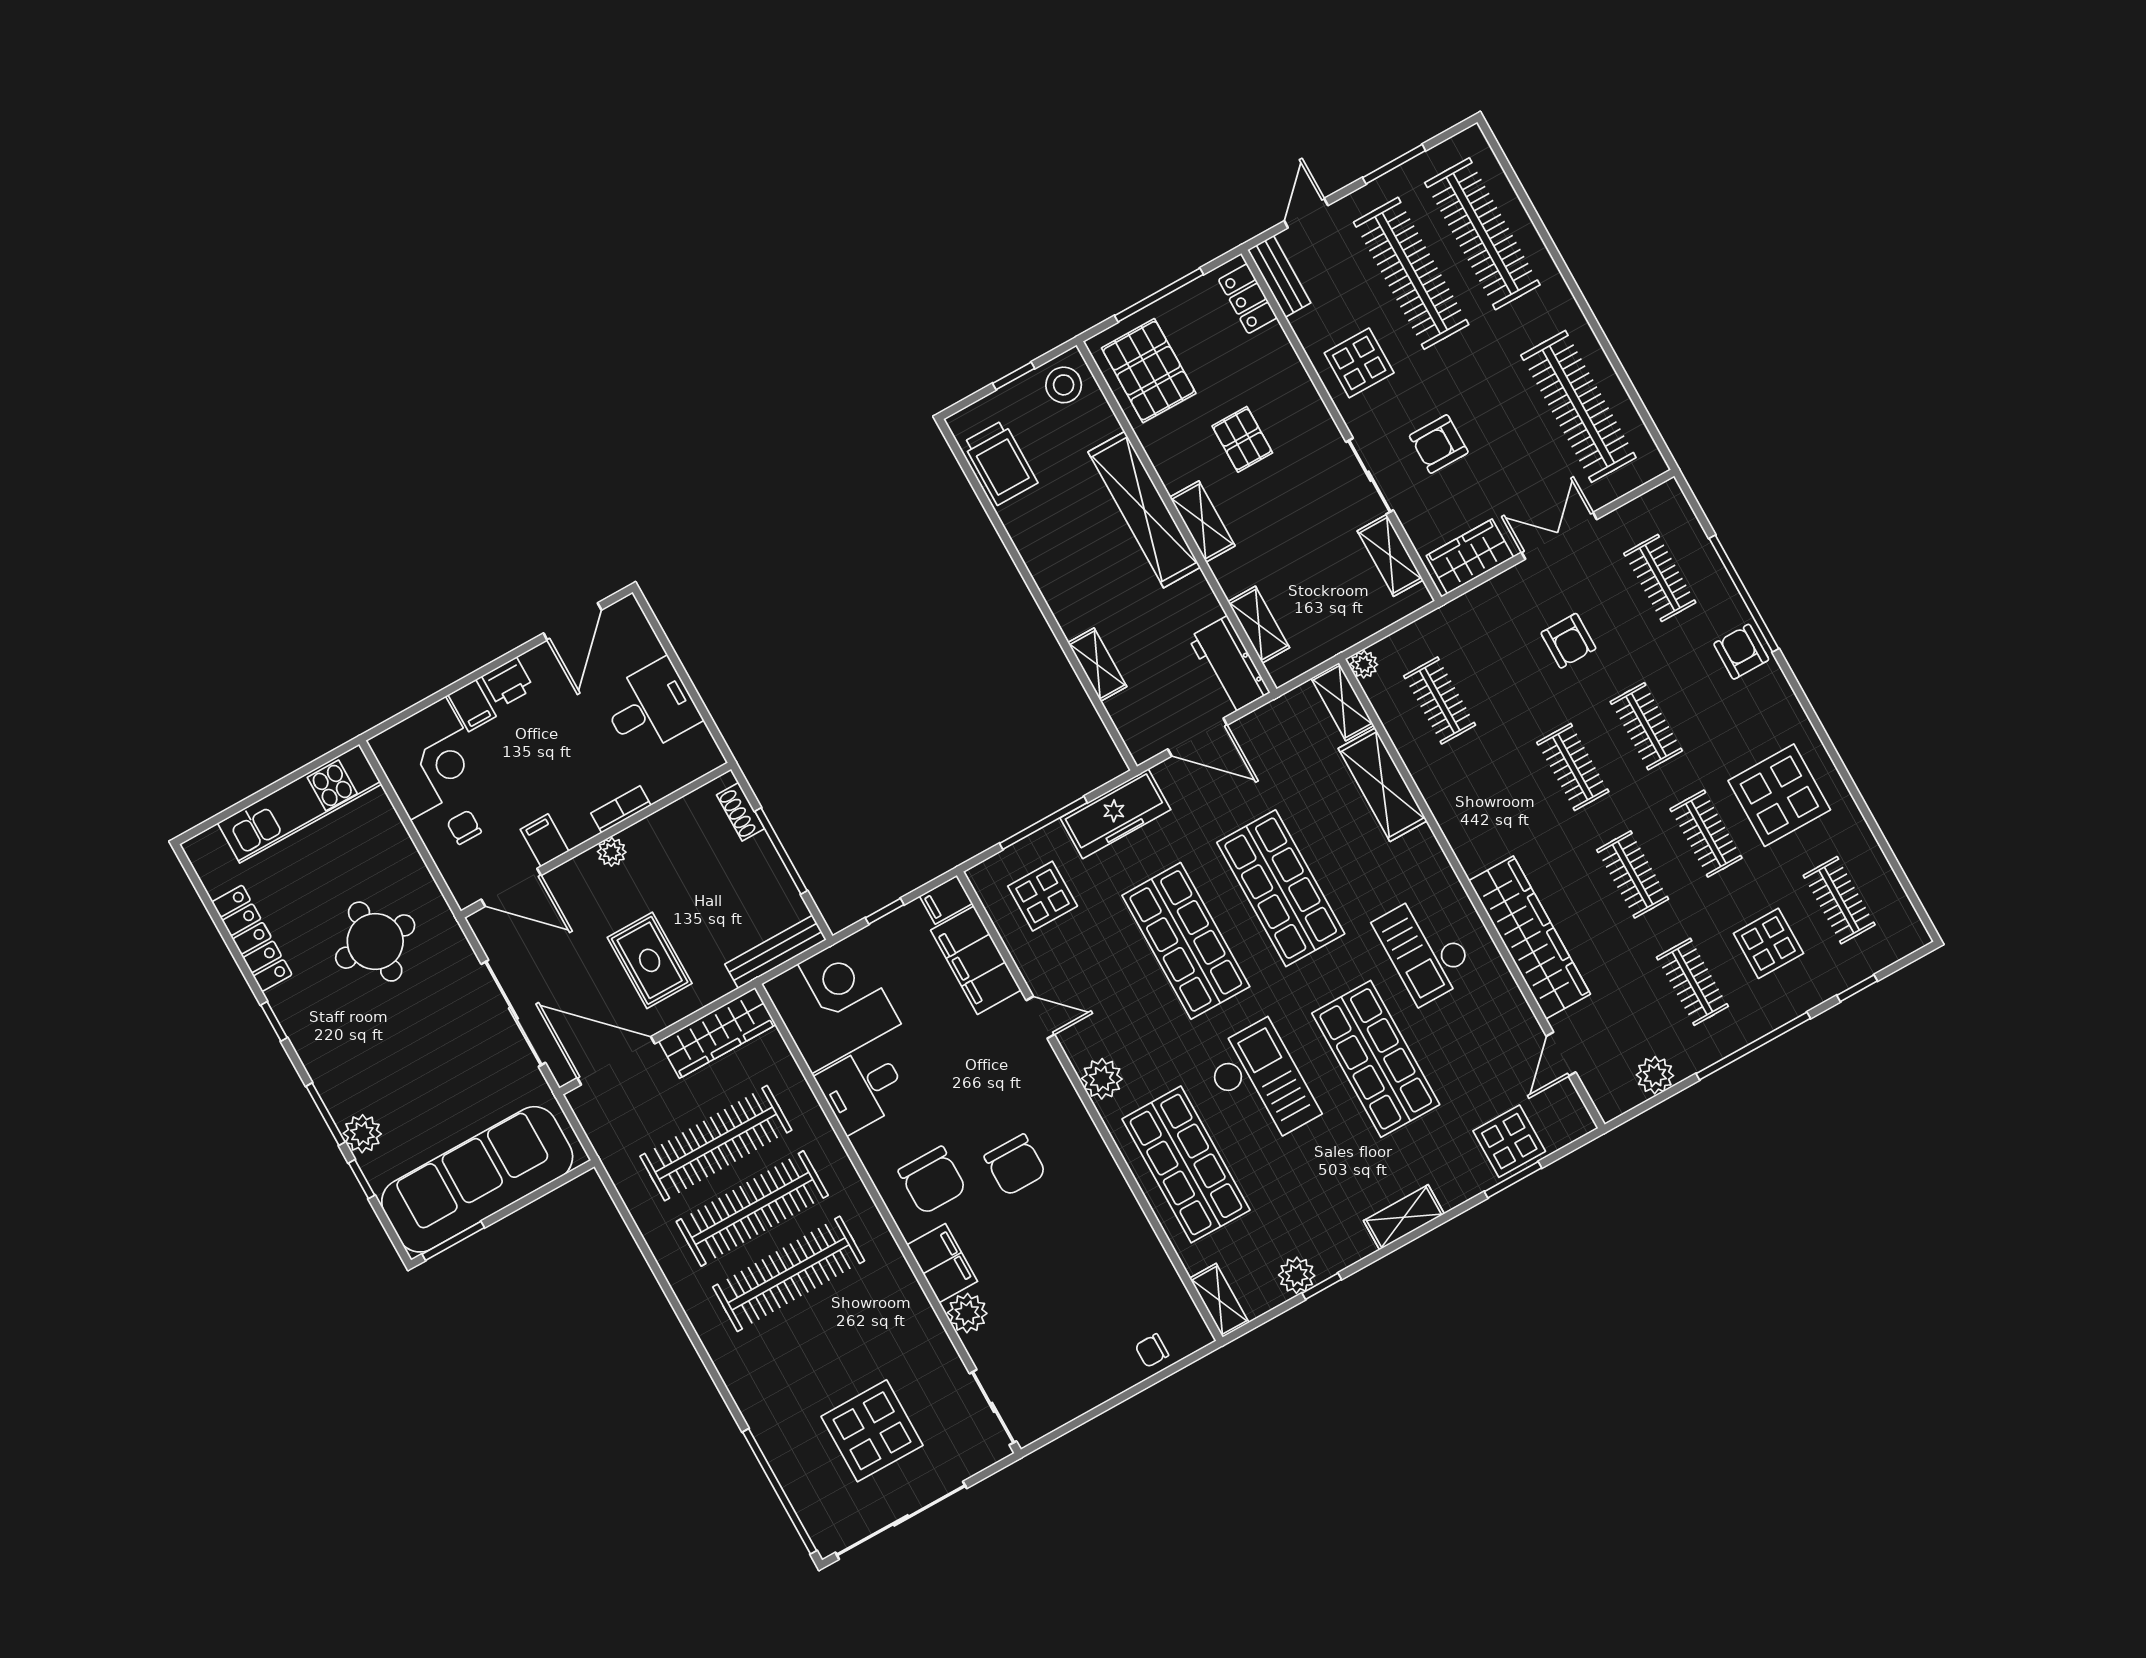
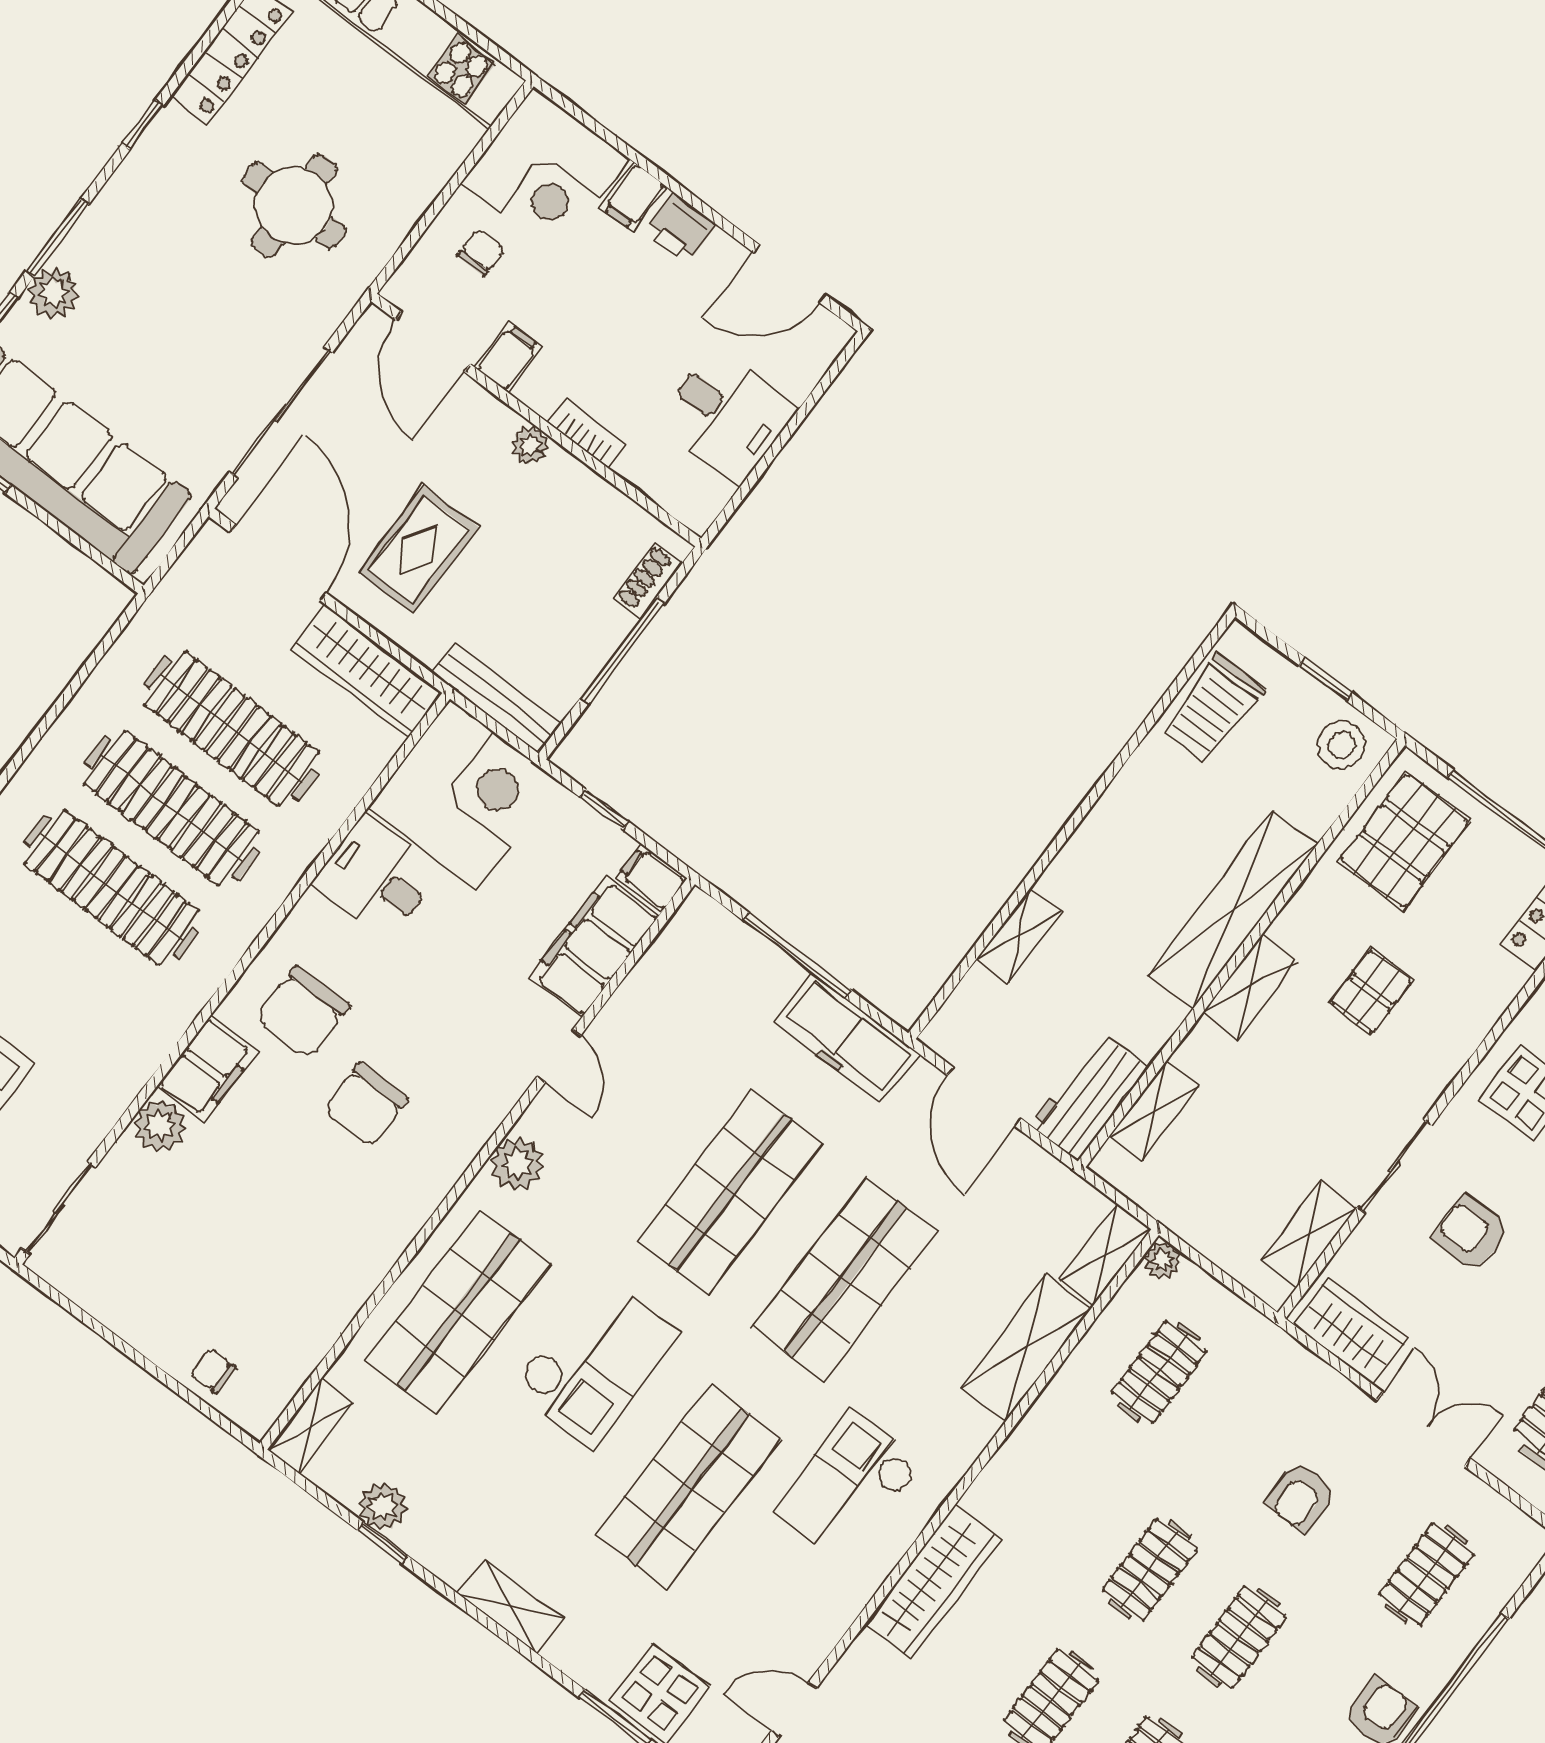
display table: (1043, 896) -> (708, 994), removed
wardrobe: (1530, 937) -> (933, 1582), width x0.71, depth x0.85

